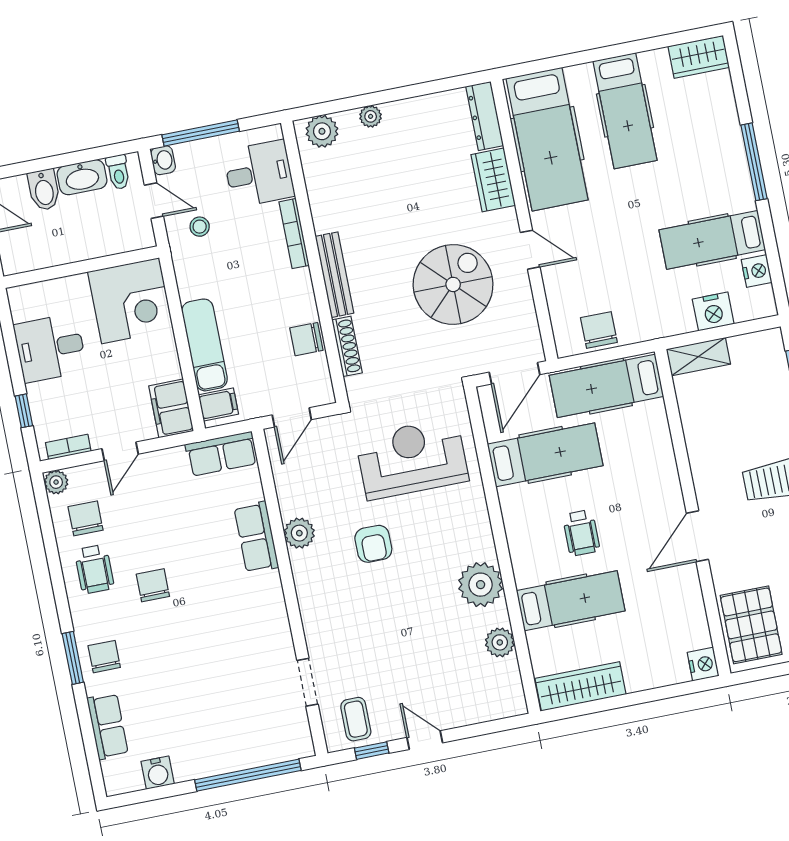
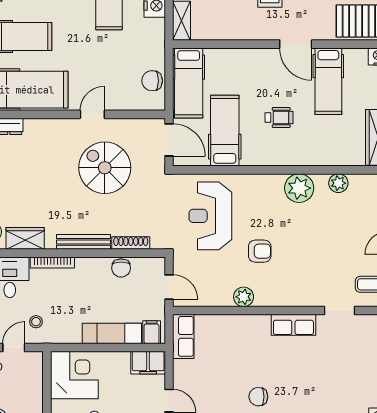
wardrobe: (493, 180) -> (25, 238), moved, turned 180
row of seats: (256, 537) -> (293, 325), moved
hospital bed: (571, 601) -> (328, 81), moved, turned 180

